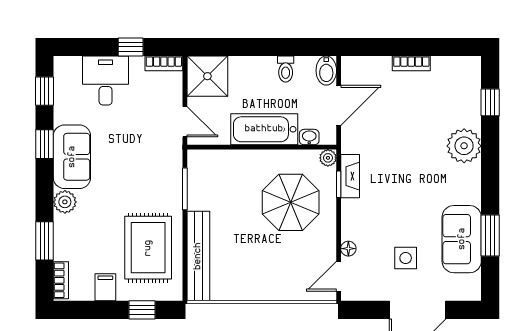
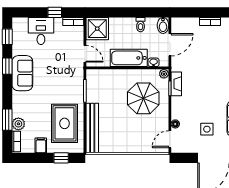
plant: (65, 202) -> (18, 124), moved

